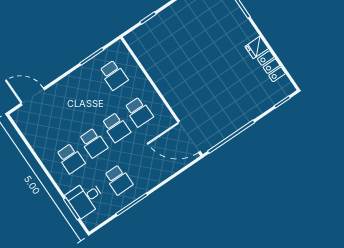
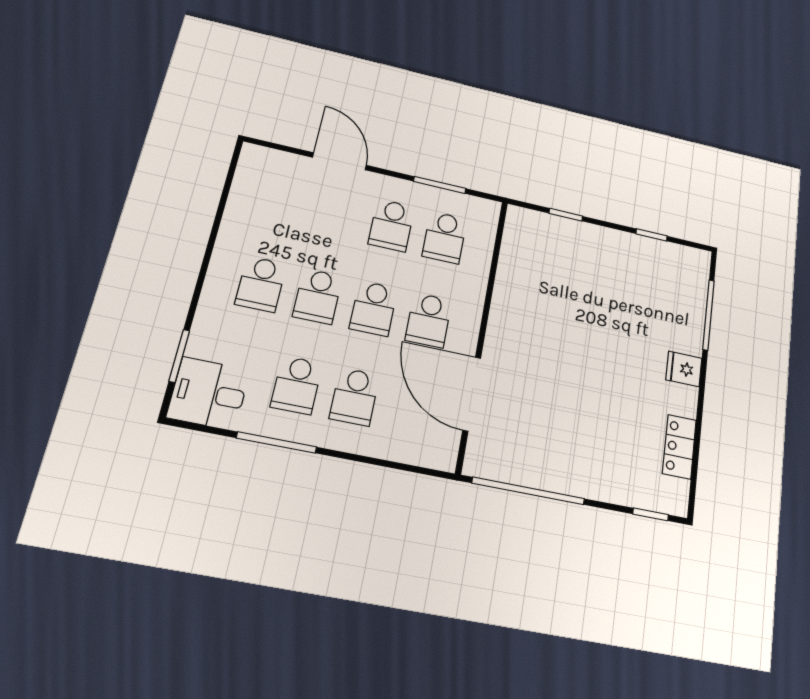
fridge: (257, 47) -> (684, 369), moved
school desk: (91, 91) -> (391, 225), added
door: (33, 97) -> (340, 161), moved
door: (189, 137) -> (472, 394), moved
school desk: (141, 164) -> (355, 397), added
desk: (85, 199) -> (209, 394), moved

